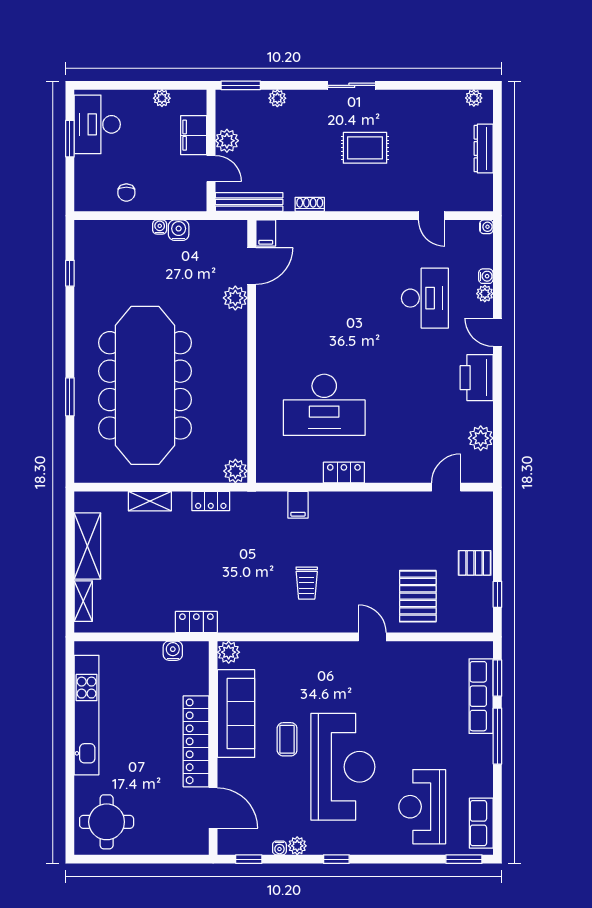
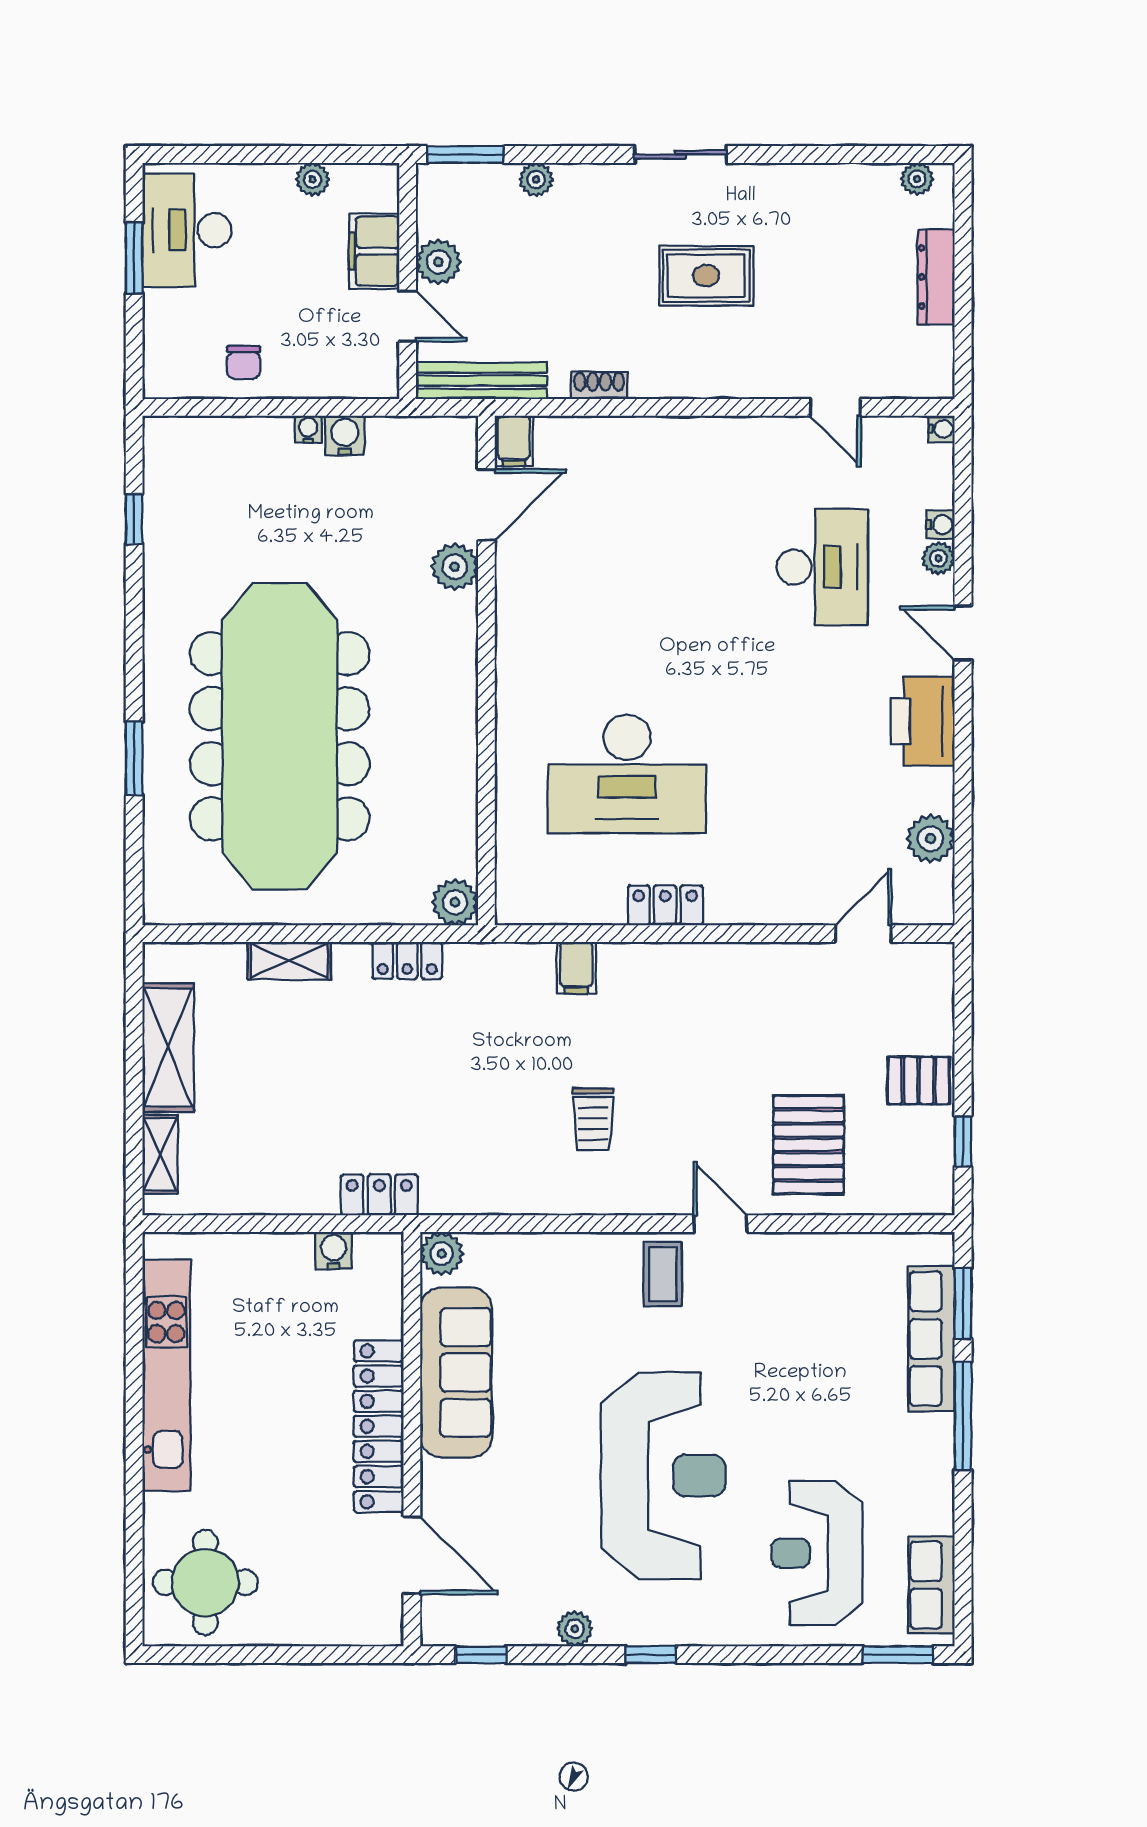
coffee table: (287, 739) -> (663, 1274), moved
water cooler: (279, 848) -> (540, 1633), removed

